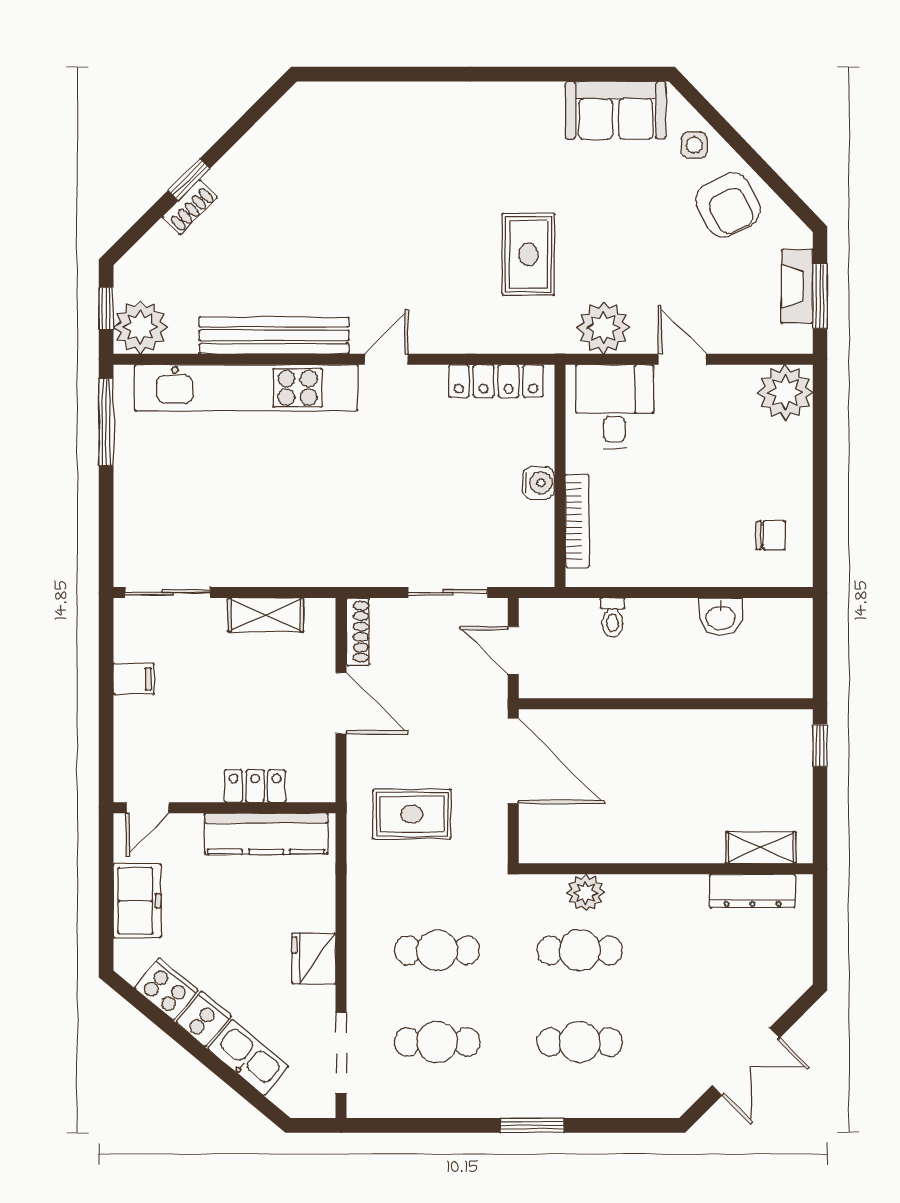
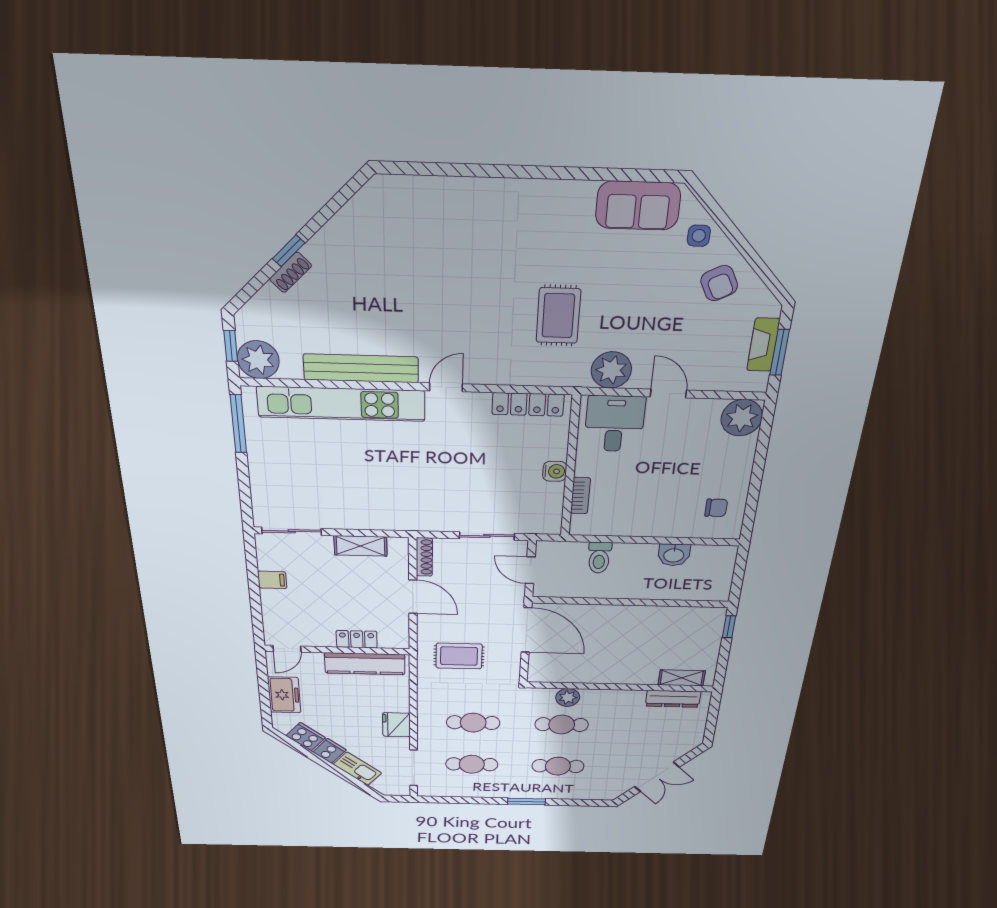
armchair: (728, 205) -> (719, 283), width x0.72, depth x0.72
bookcase: (577, 521) -> (580, 496), width x0.64
toilet: (613, 618) -> (599, 558), width x1.37, depth x1.39

